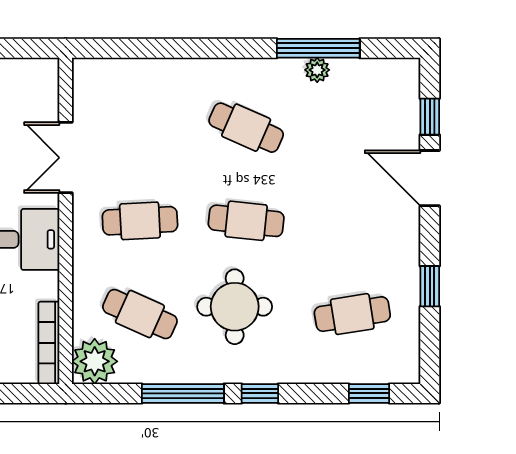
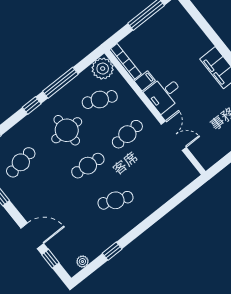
window: (318, 48) -> (112, 251), width x0.46
plant: (317, 70) -> (82, 262), moved
filing cabinet: (42, 286) -> (145, 81), added

